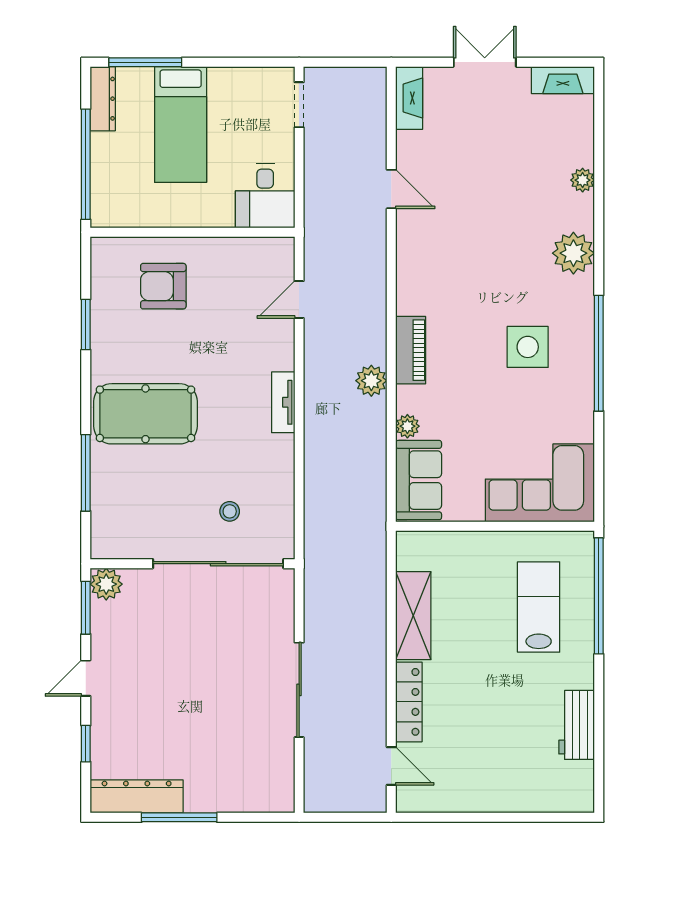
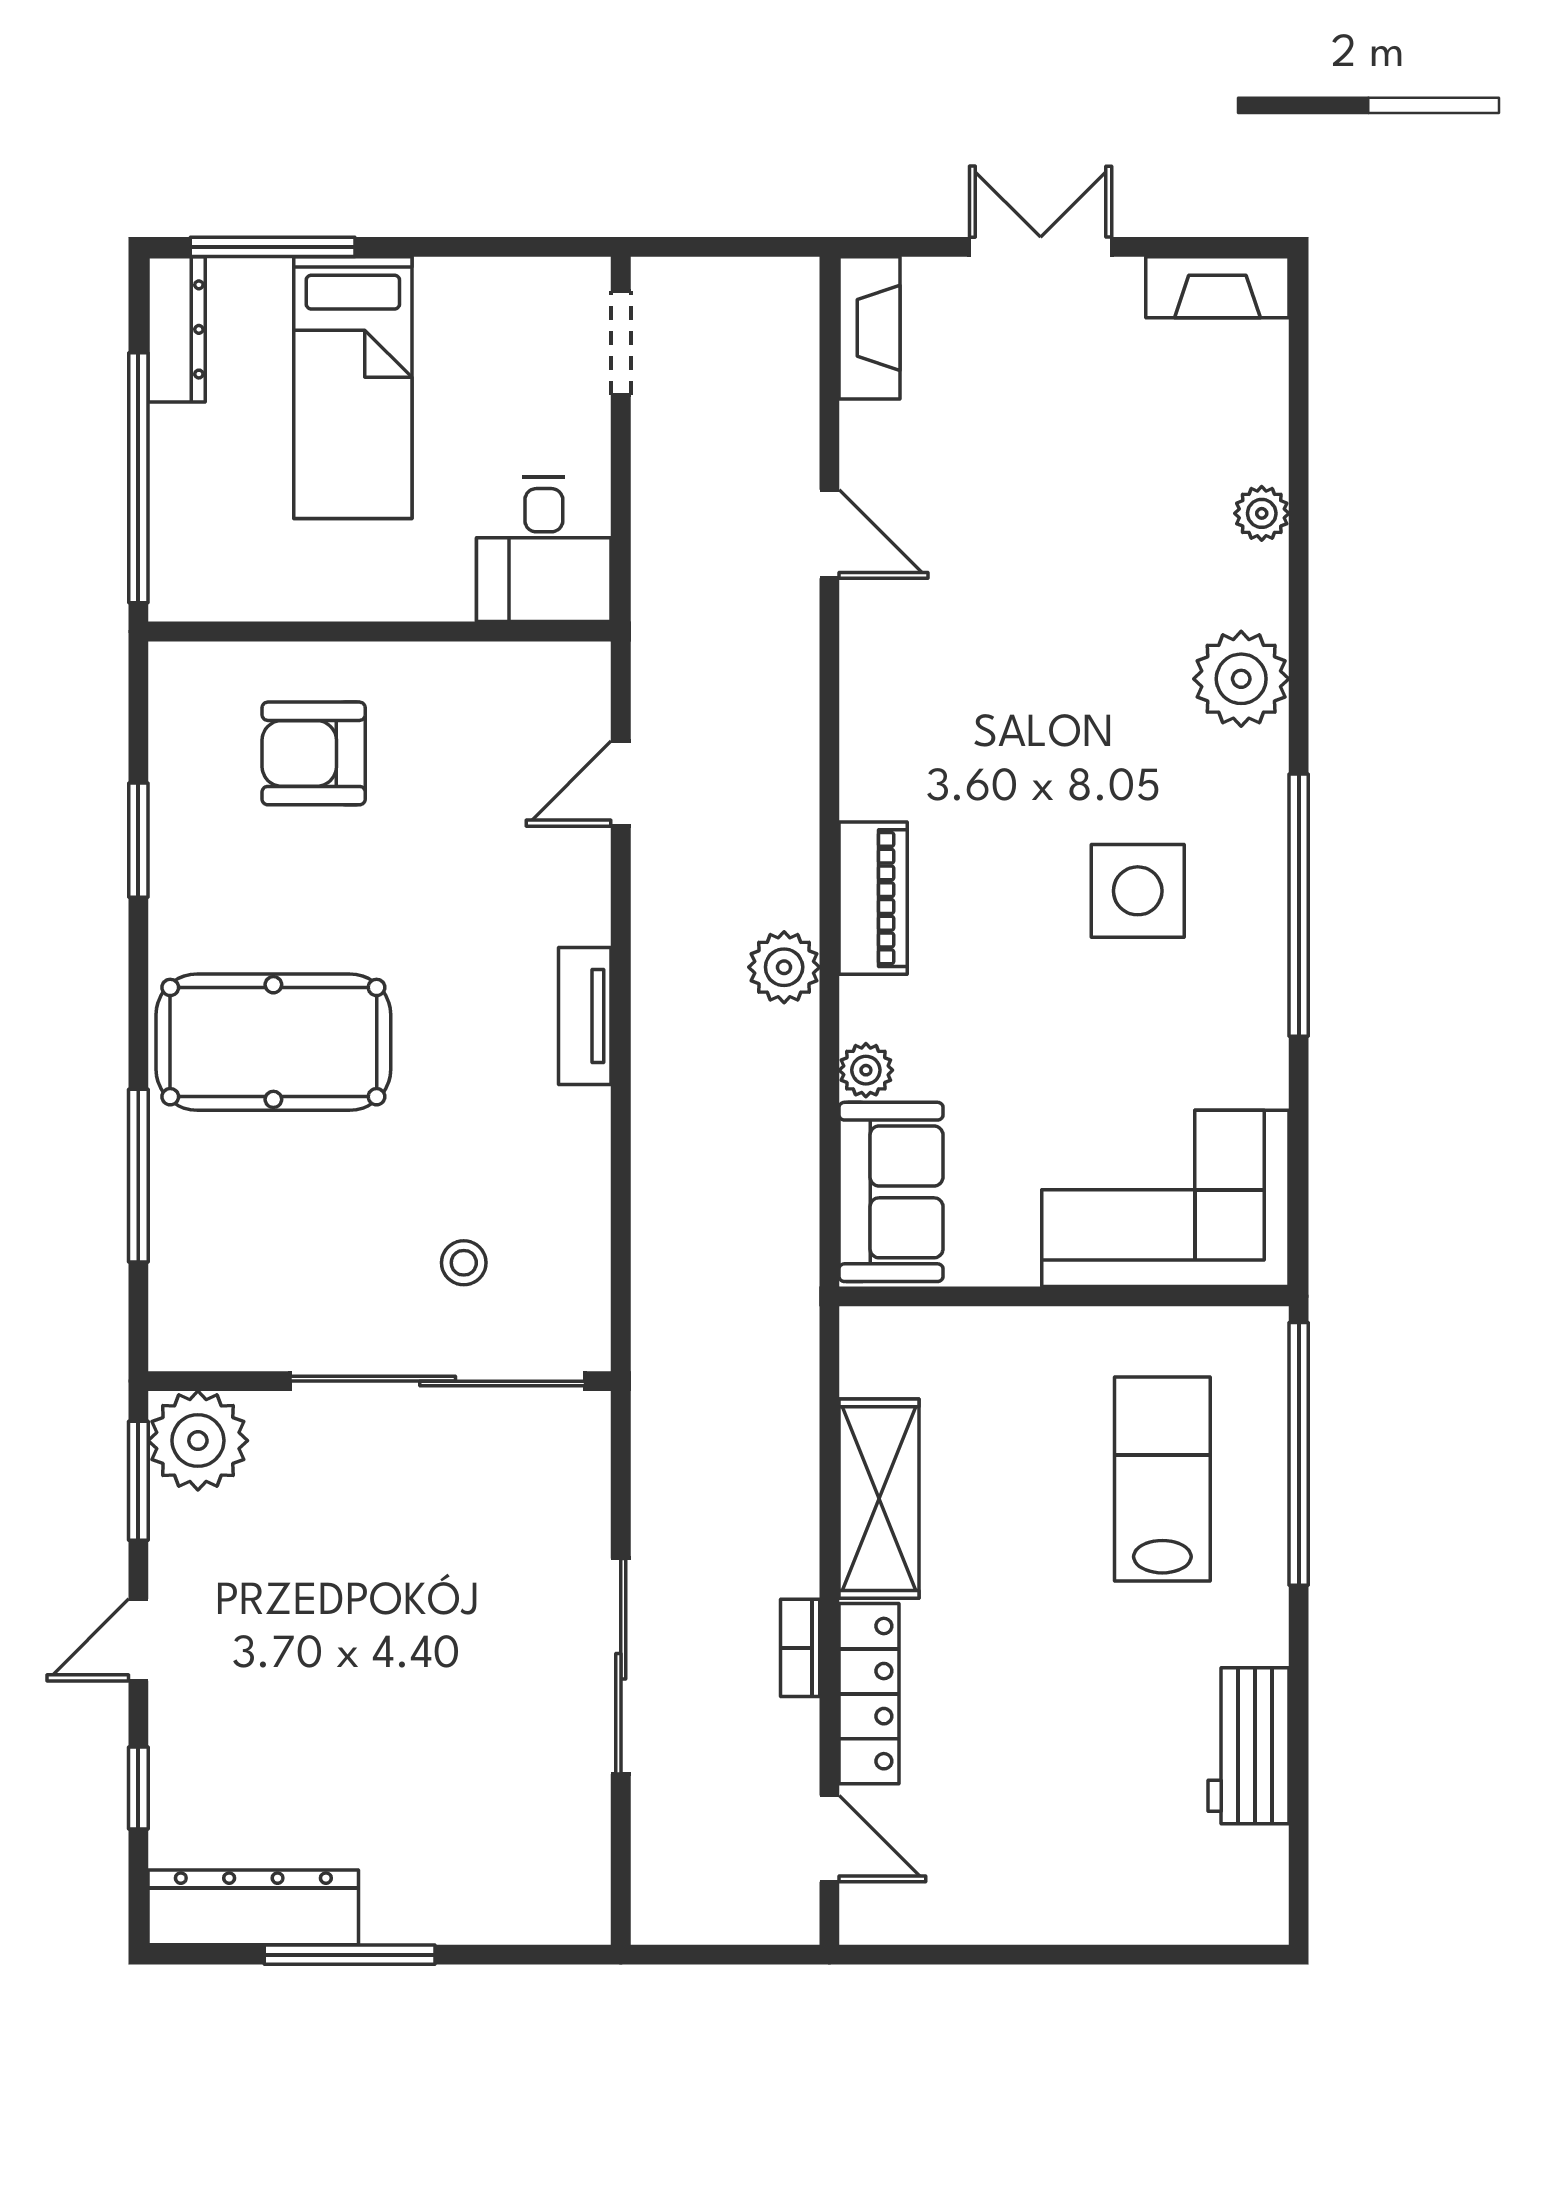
plant: (106, 584) -> (198, 1441), width x1.36, depth x1.36
bookcase: (378, 682) -> (800, 1648), added

